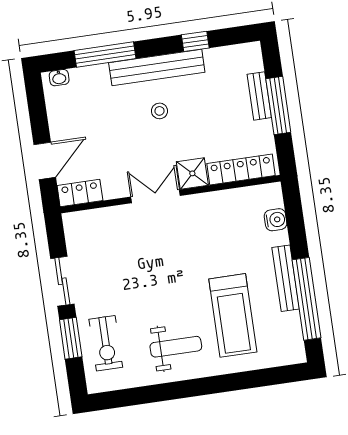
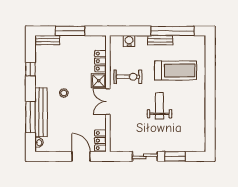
bench: (157, 67) -> (41, 112), moved
bench: (259, 96) -> (47, 40), moved
locker: (241, 170) -> (100, 61), width x0.66
bench: (286, 278) -> (160, 40), width x0.73
exercise bike: (106, 343) -> (128, 77), moved
weight bench: (176, 347) -> (159, 106), moved

